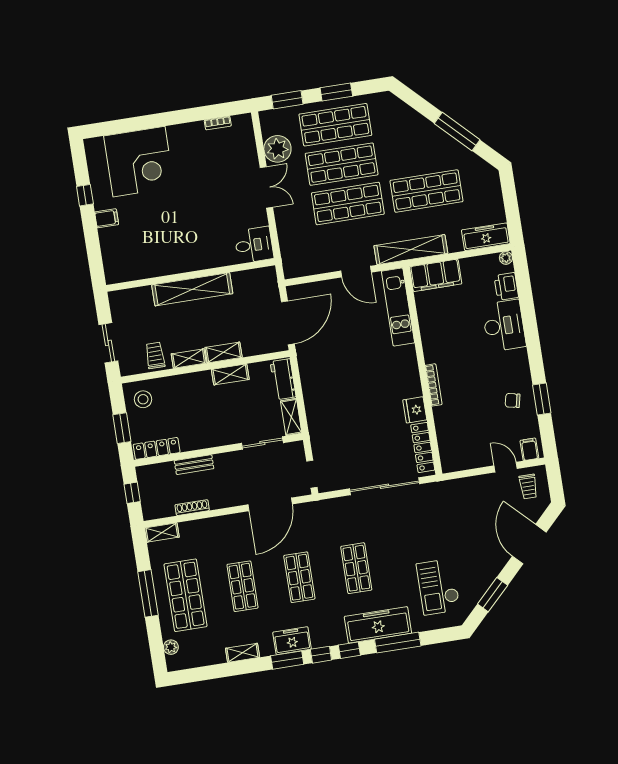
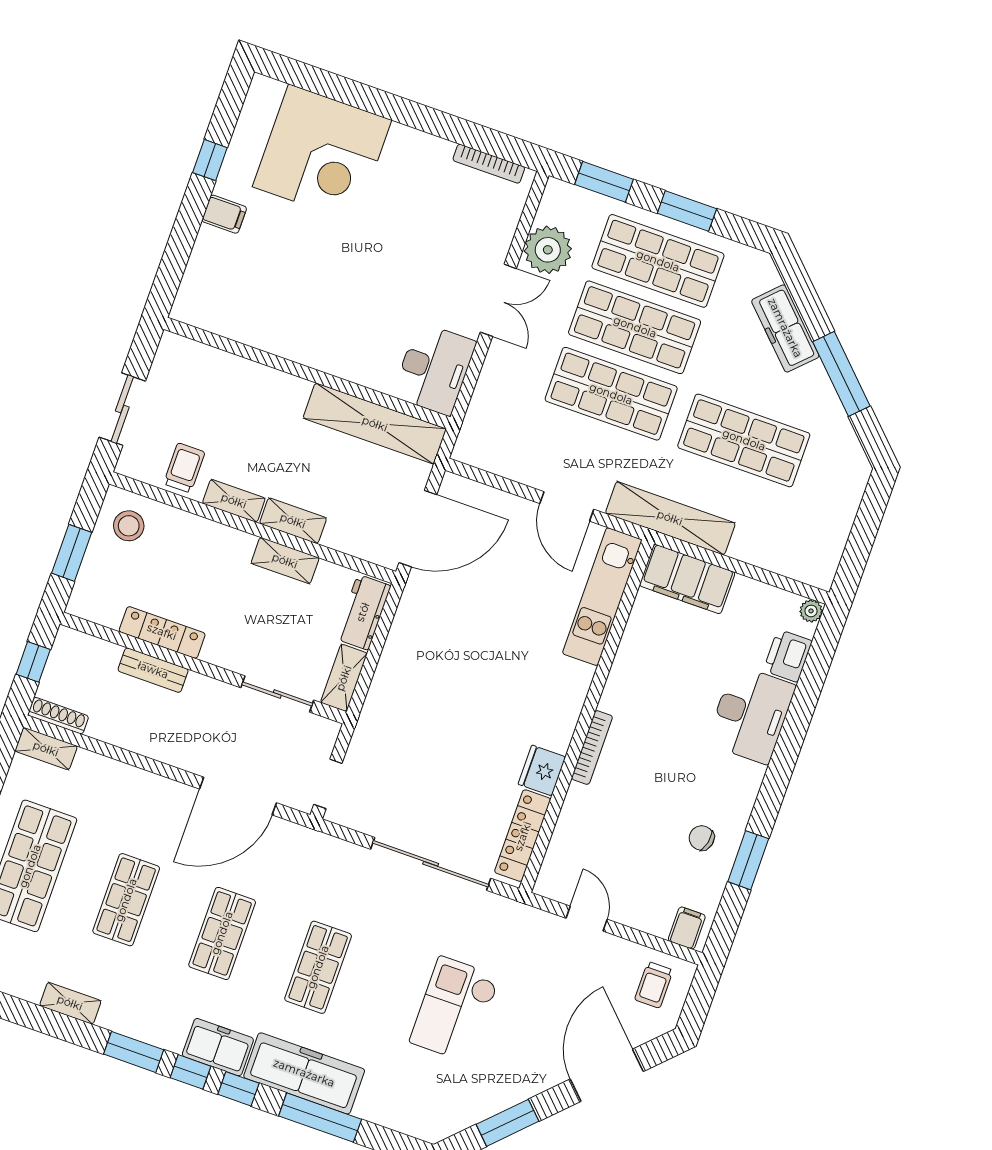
bookcase: (218, 123) -> (489, 164), width x1.56
freezer: (486, 237) -> (785, 328), moved, turned -135
desk: (254, 245) -> (434, 369), width x1.37
shelving: (192, 289) -> (375, 424), moved
locker: (157, 448) -> (162, 632), moved
door: (506, 467) -> (587, 919), moved
shoe rack: (192, 508) -> (58, 716), moved
checkout: (438, 587) -> (455, 1009), moved
freezer: (292, 641) -> (218, 1047), moved

